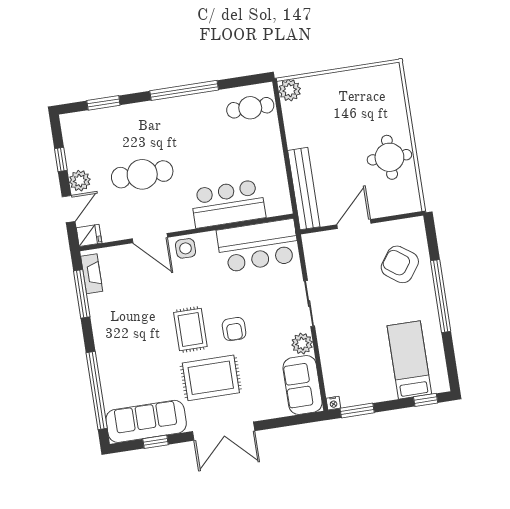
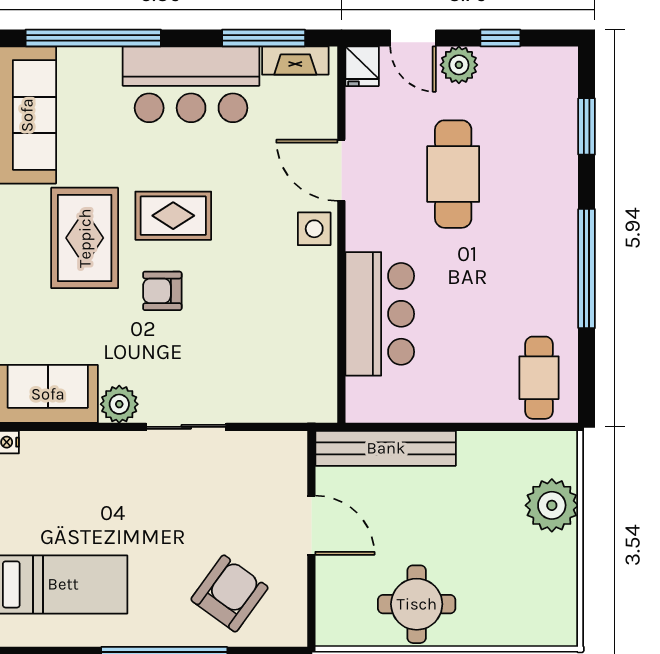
plant: (290, 90) -> (552, 505), moved, width x1.36, depth x1.36
door: (150, 238) -> (341, 170), hinge flipped
bar counter: (258, 246) -> (191, 84), moved, turned -90

